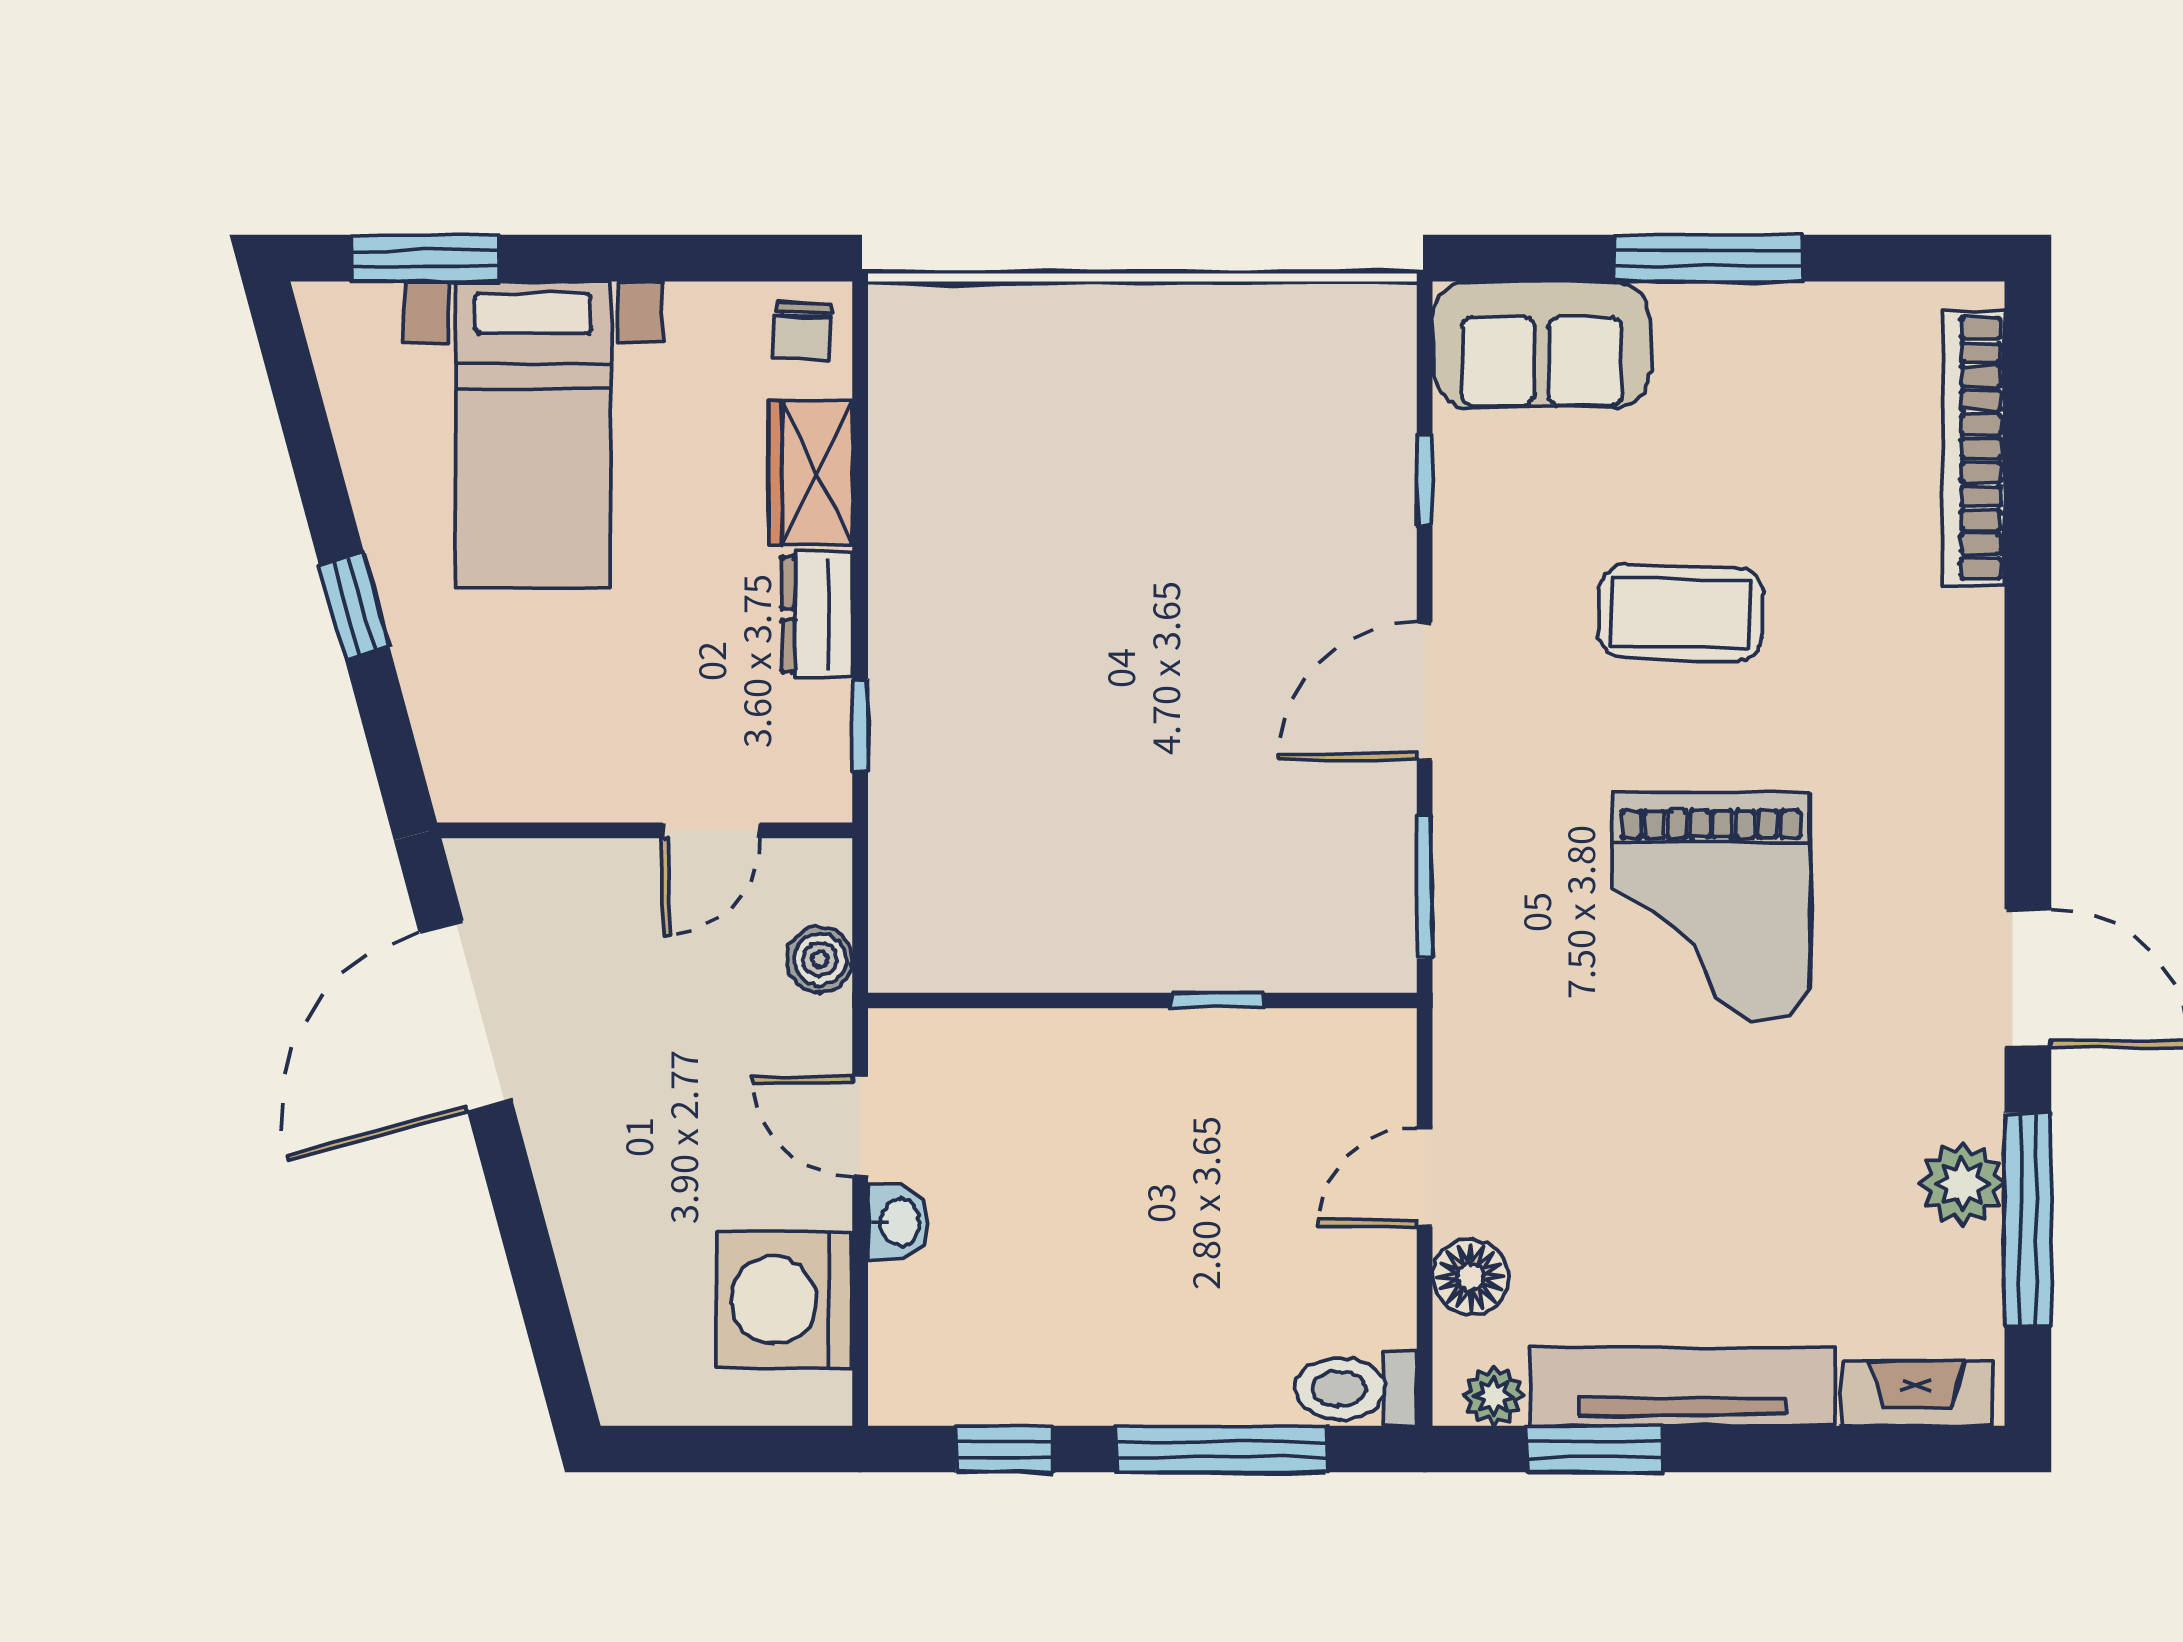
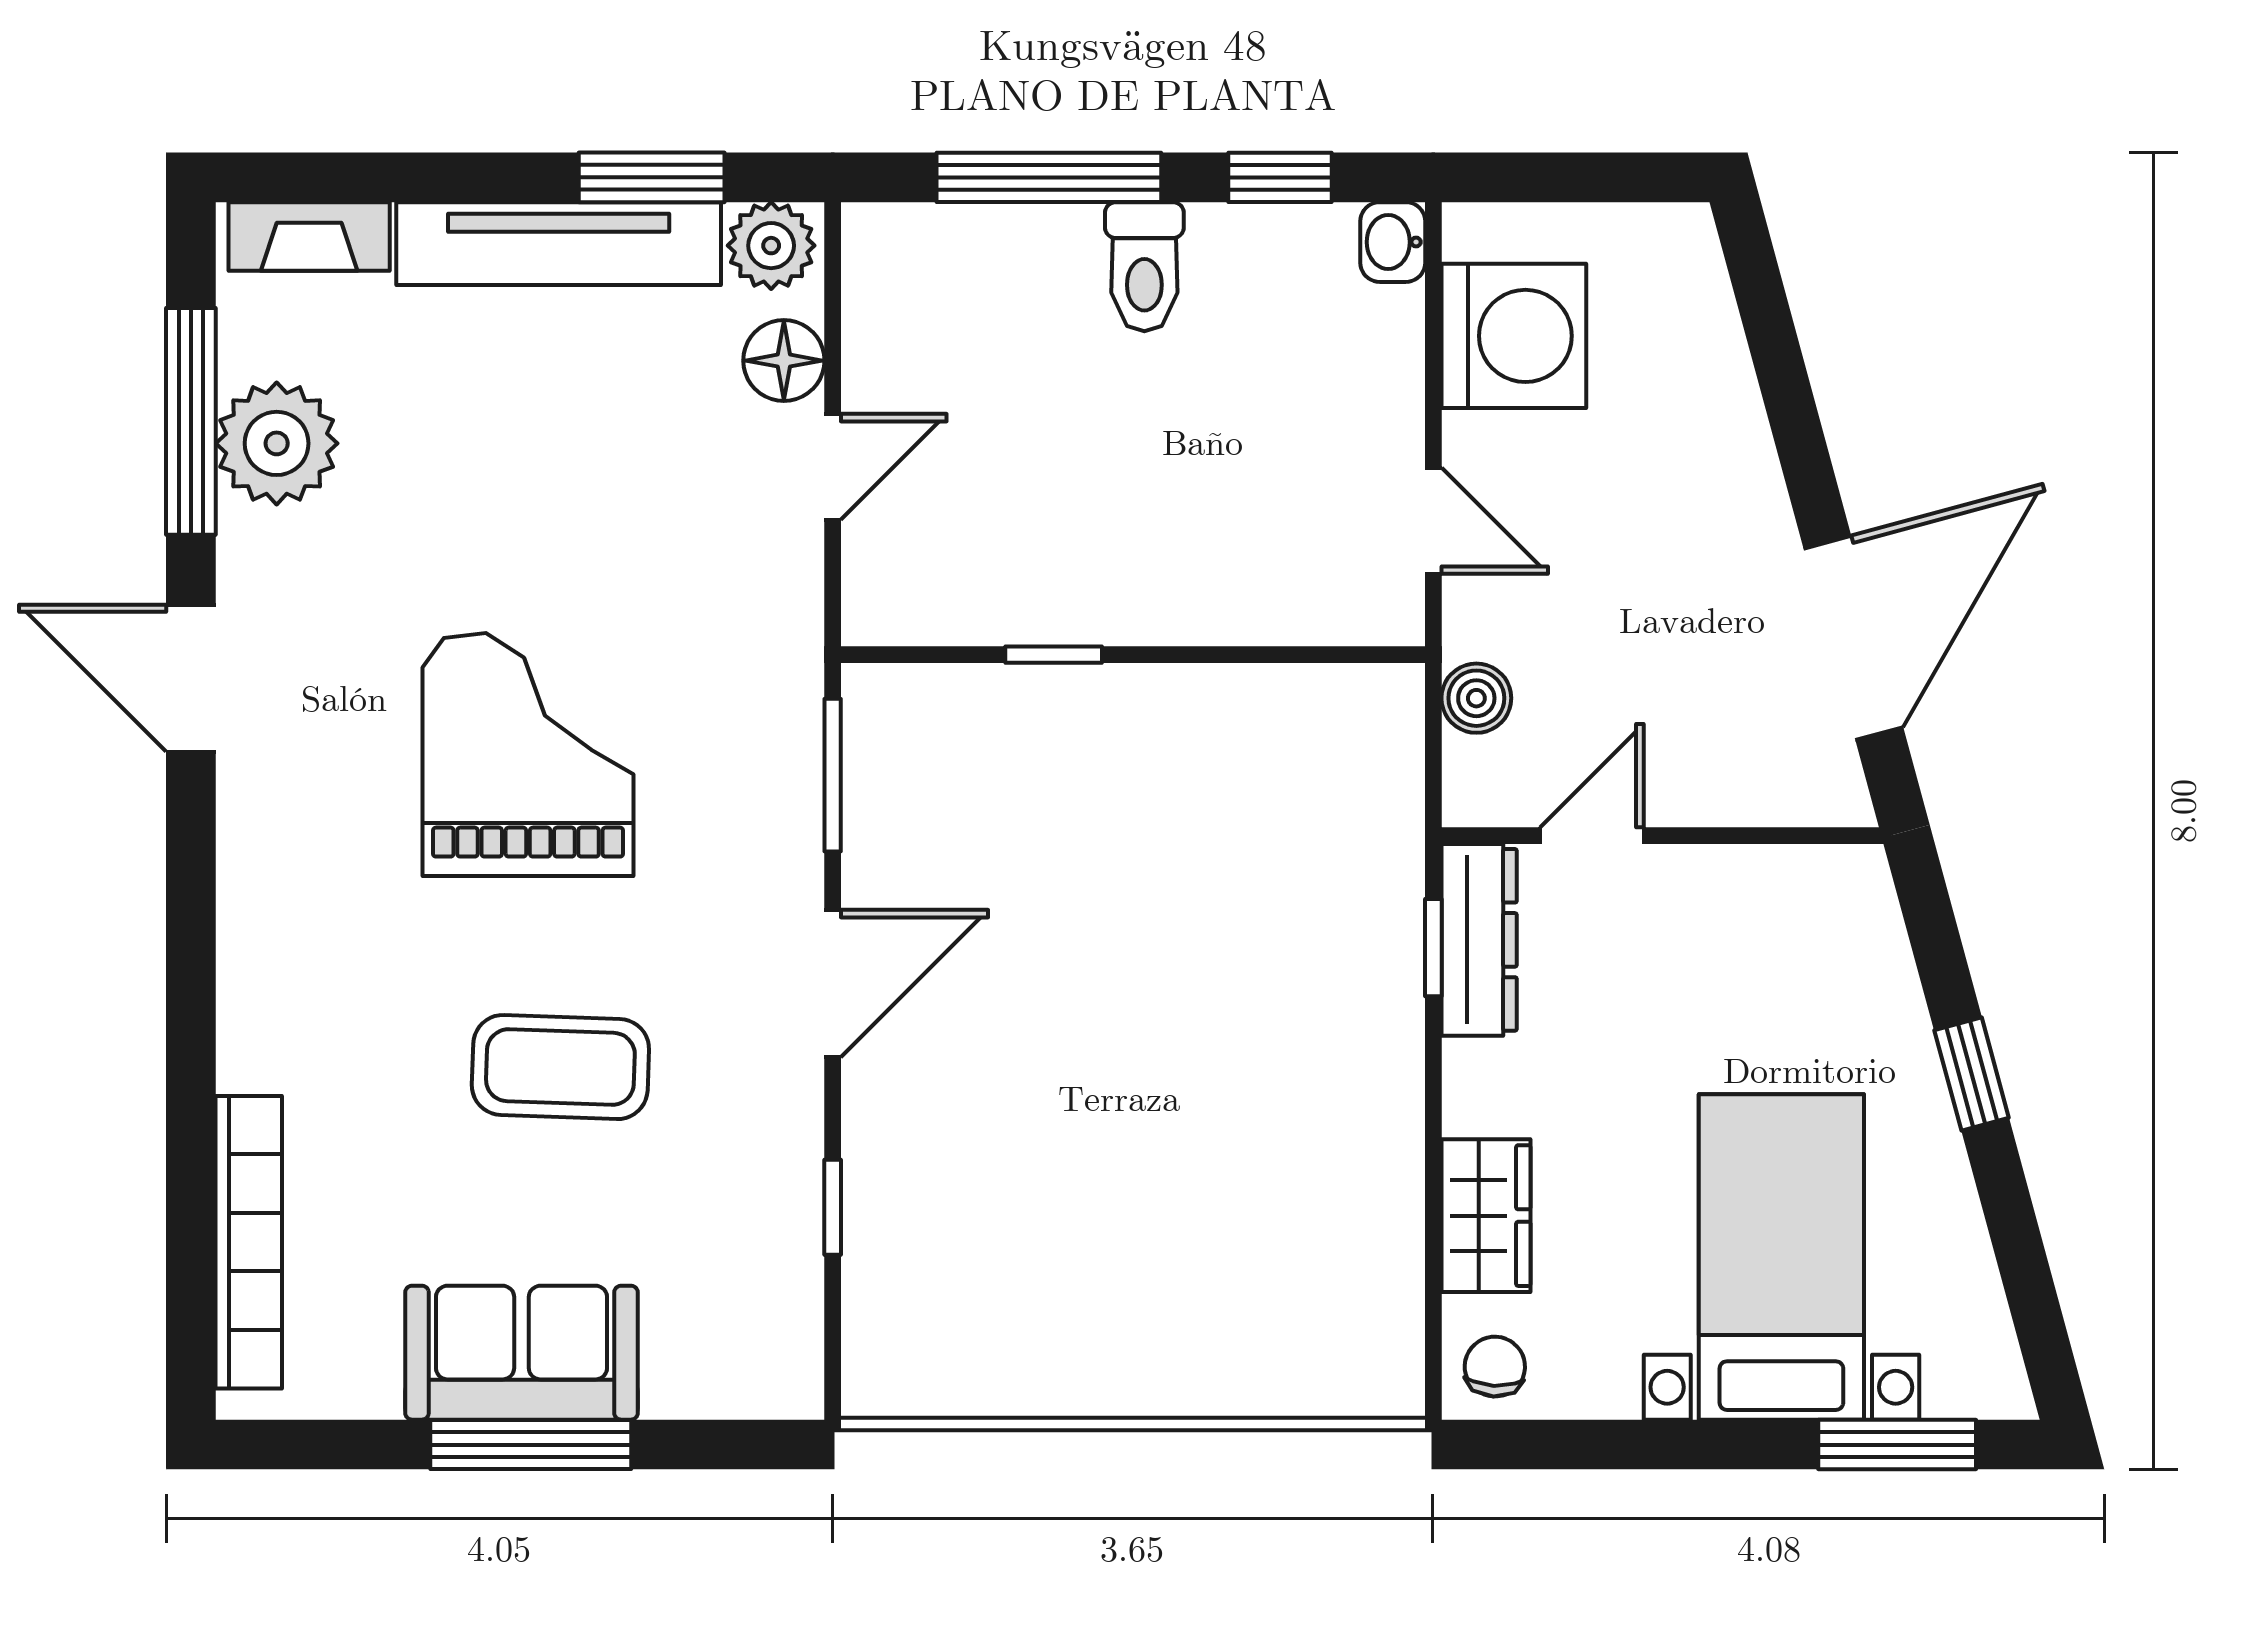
sofa: (1542, 344) -> (521, 1353), moved
dresser: (817, 614) -> (1479, 940), moved, width x1.44
plant: (1963, 1184) -> (277, 443), width x1.36, depth x1.36
washbasin: (898, 1222) -> (1393, 242), moved
toilet: (1356, 1389) -> (1144, 267), moved, turned 90
plant: (1494, 1396) -> (771, 246), width x1.38, depth x1.38

